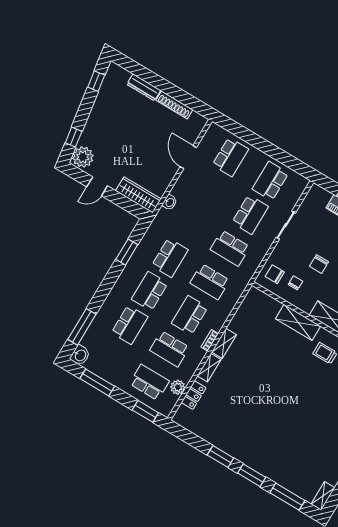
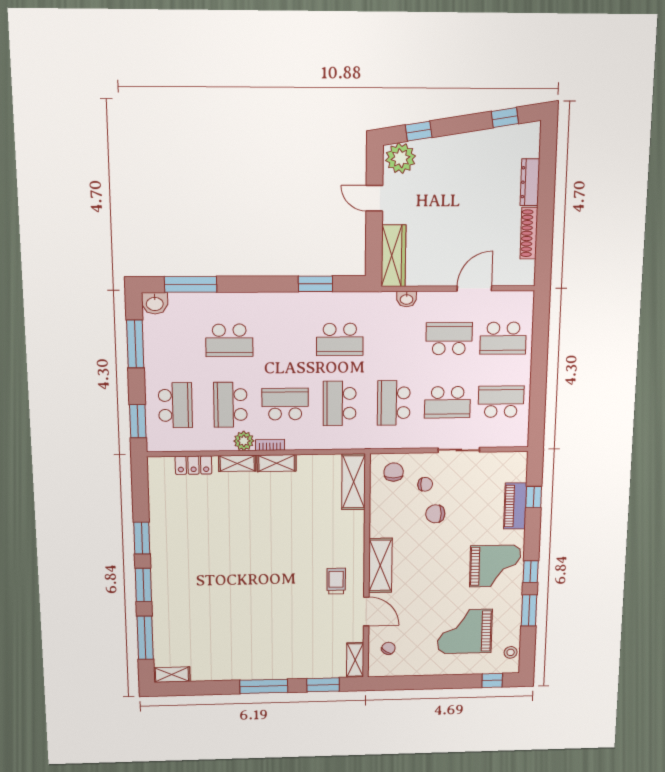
chair: (295, 283) -> (425, 484), moved
school desk: (150, 291) -> (449, 339), moved
shelving: (298, 322) -> (354, 482), moved
plant: (178, 387) -> (244, 441), moved

